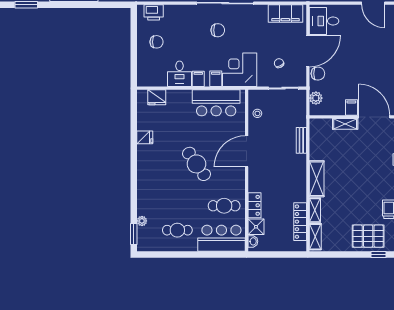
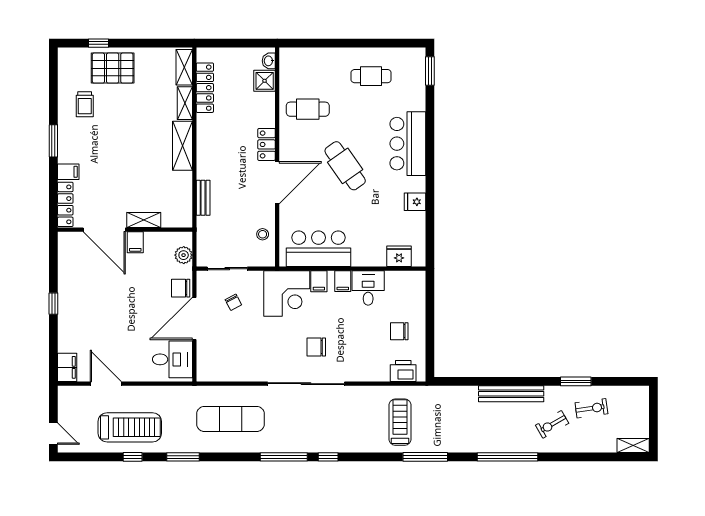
filing cabinet: (285, 14) -> (225, 370), removed
locker: (254, 205) -> (267, 144), moved
plant: (142, 221) -> (419, 89), removed
bar counter: (221, 238) -> (408, 144), moved, turned 90

